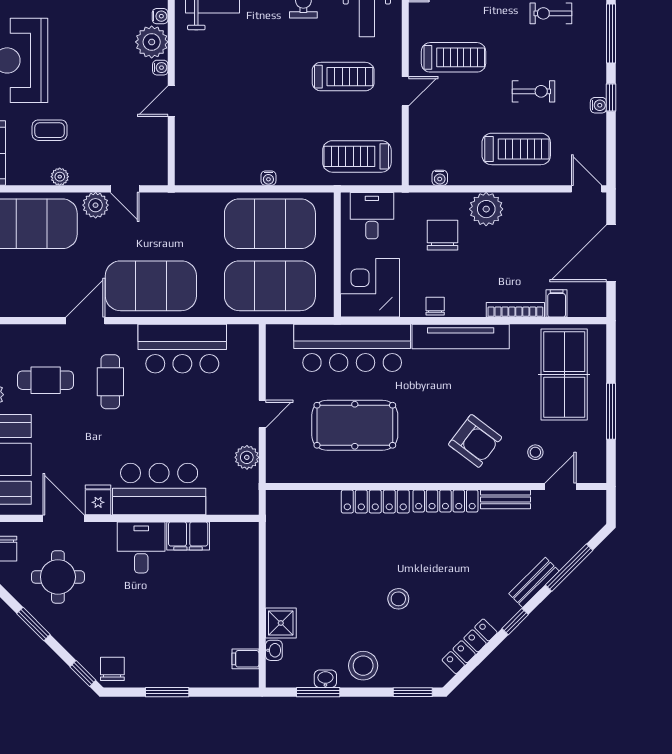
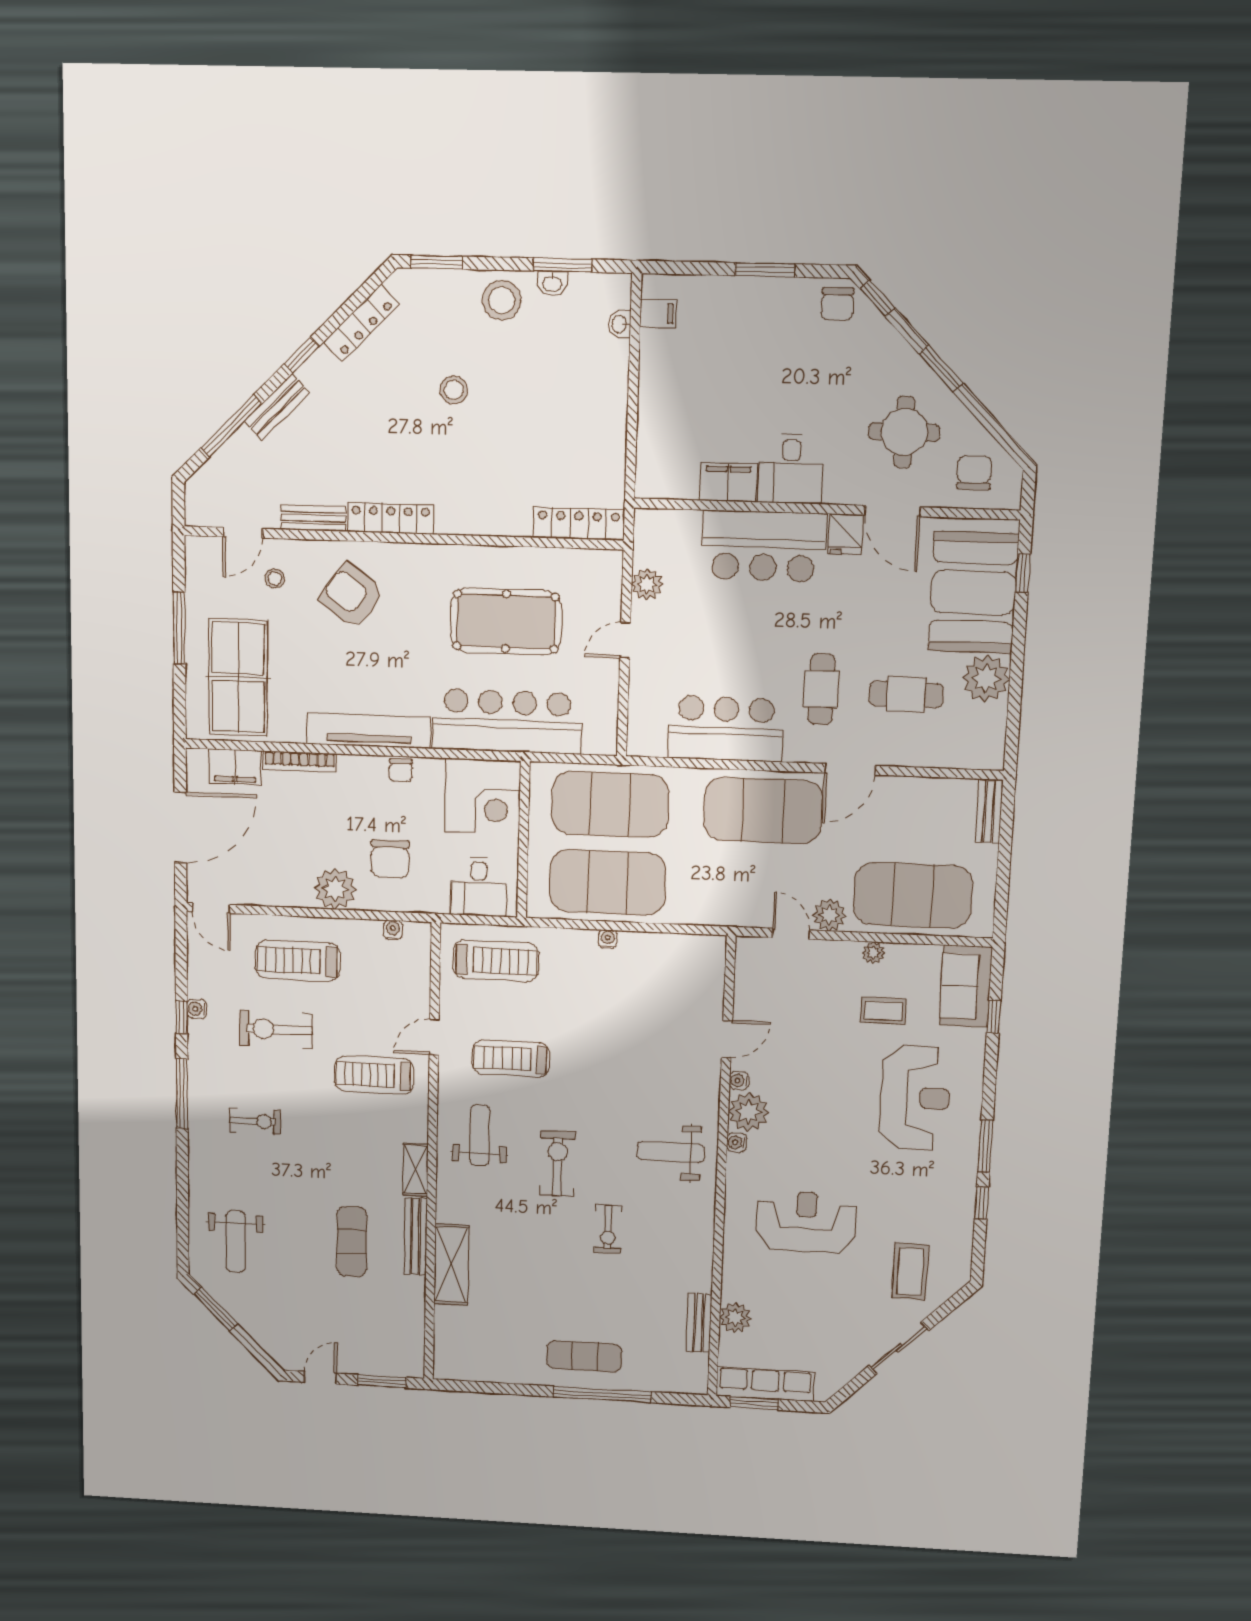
exercise bike: (534, 91) -> (276, 1029), width x1.38, depth x1.39
filing cabinet: (557, 303) -> (235, 767), width x2.00
locker: (375, 501) -> (579, 524), moved
shower: (281, 623) -> (609, 361), removed

